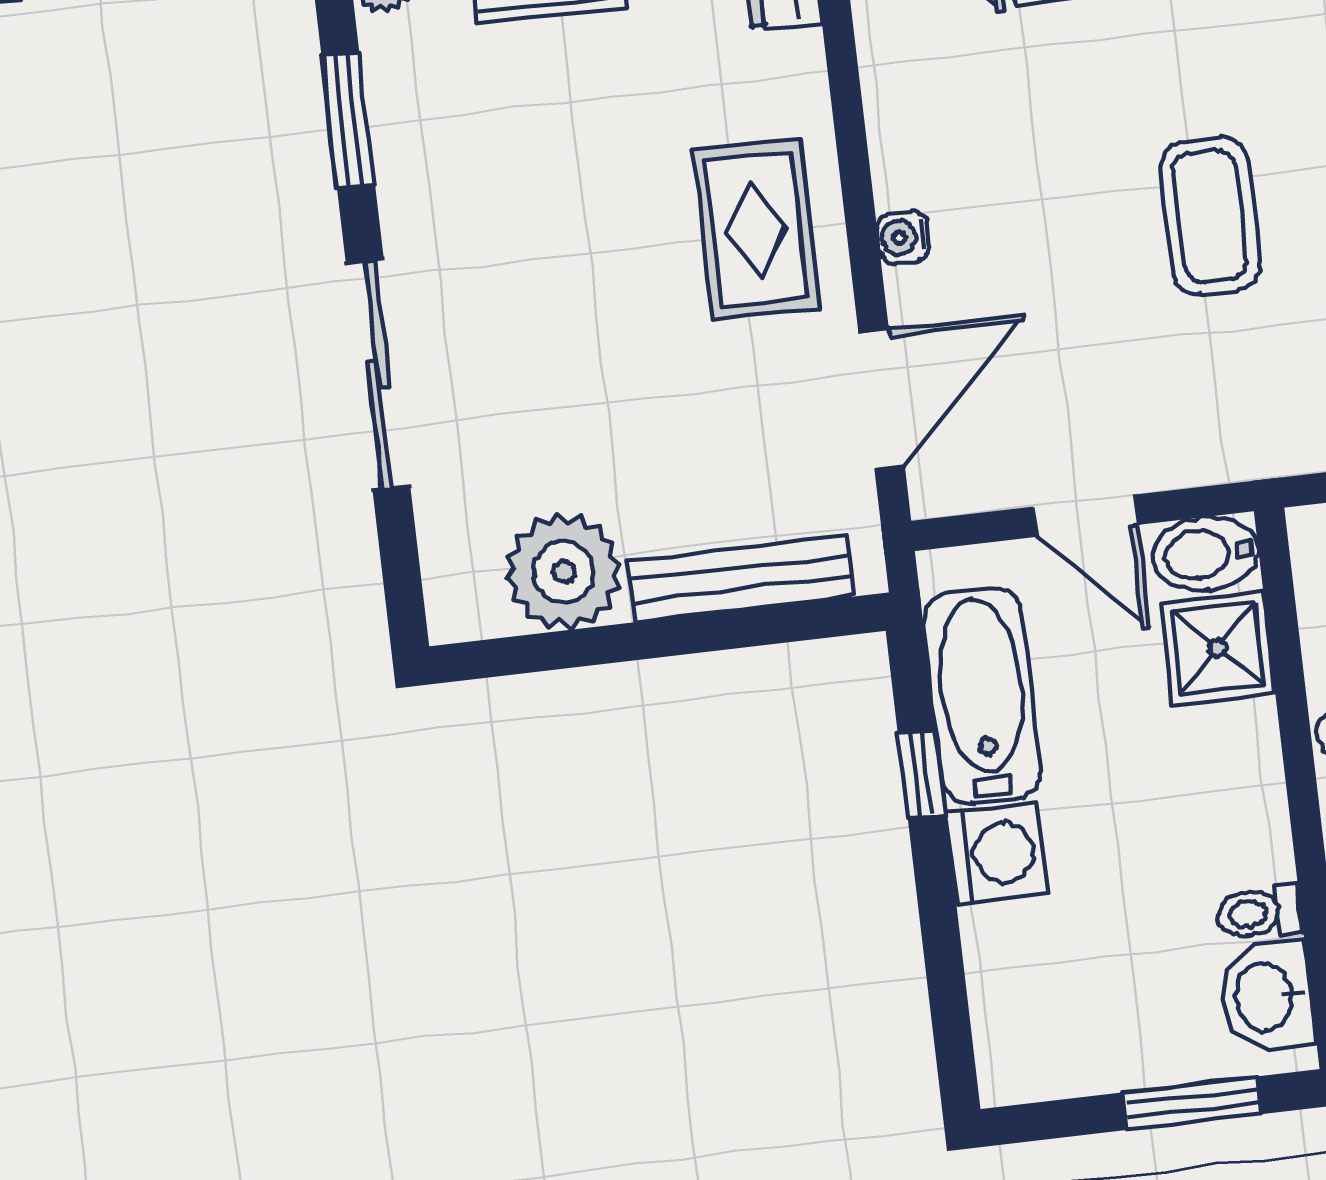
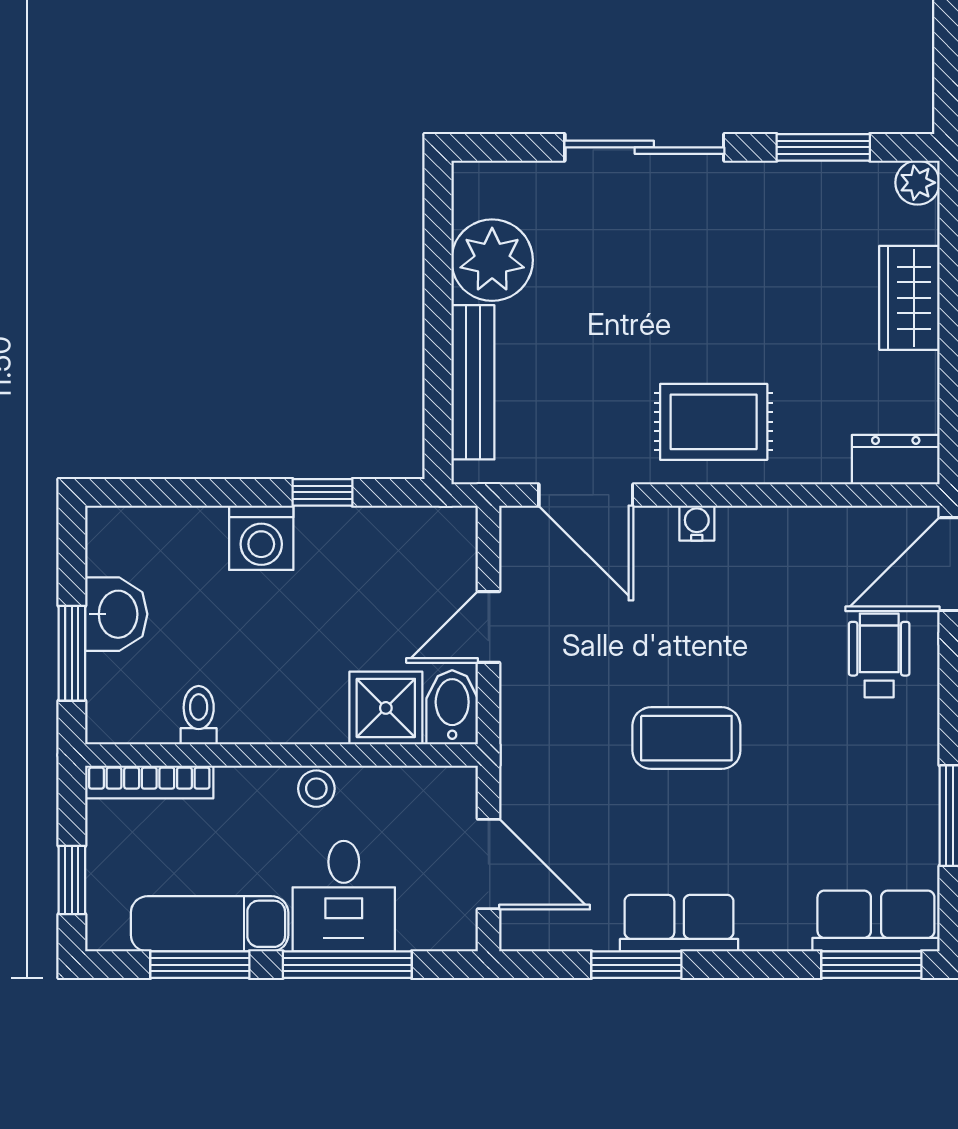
bathtub: (982, 696) -> (372, 541), removed
washbasin: (1266, 997) -> (116, 614), moved, turned 90

